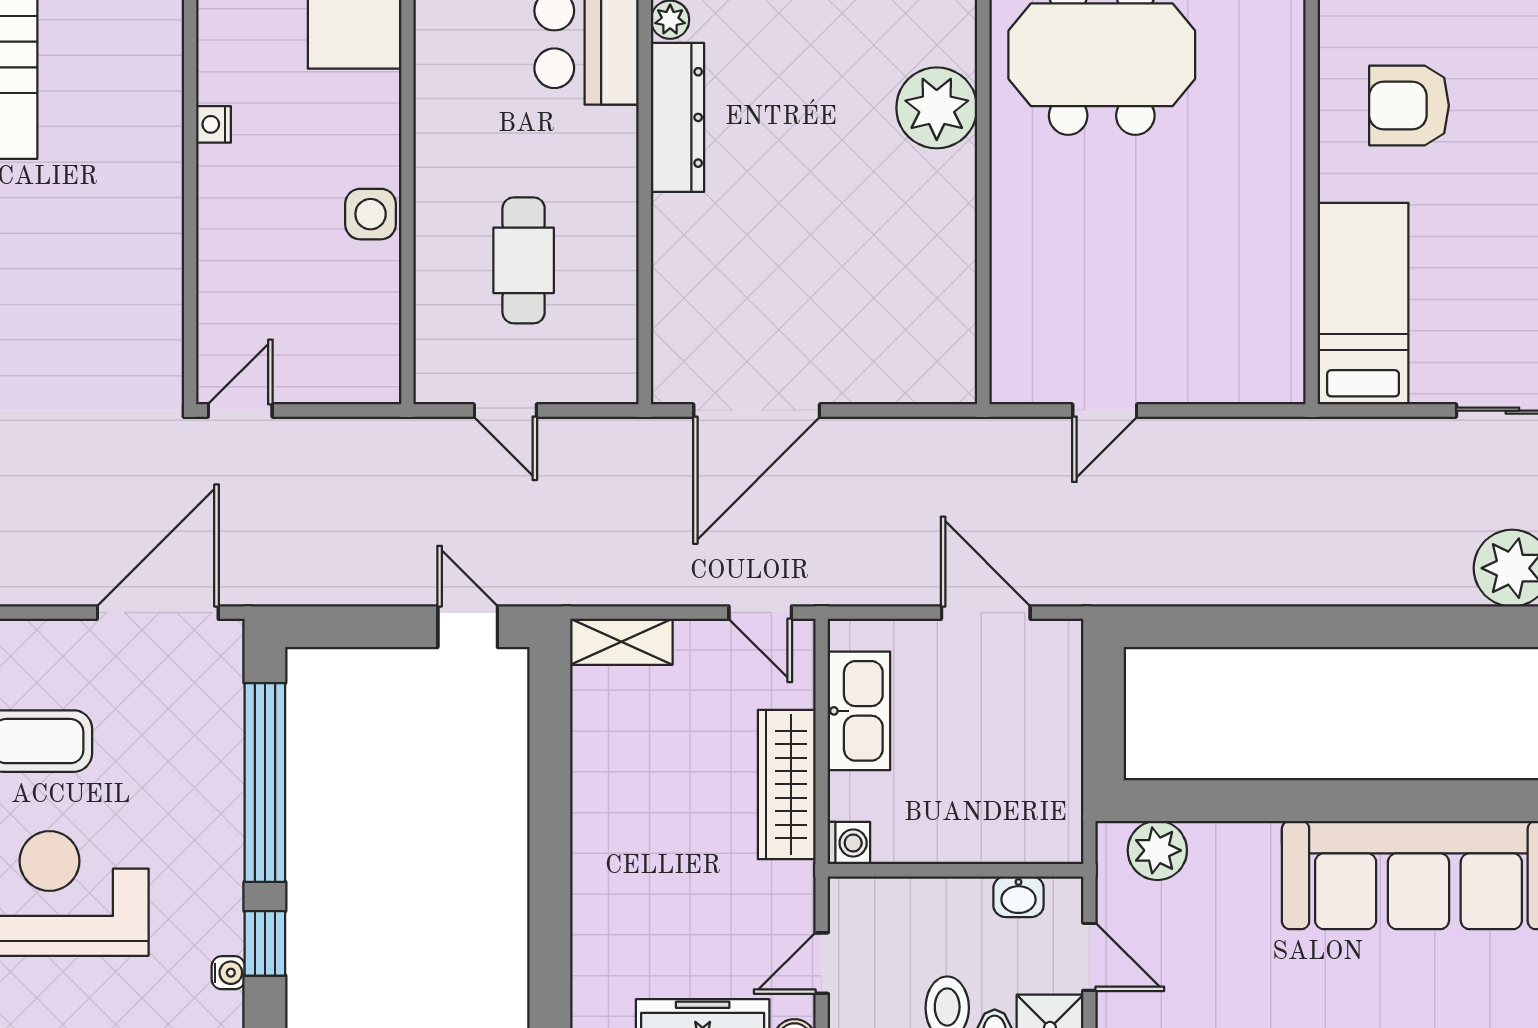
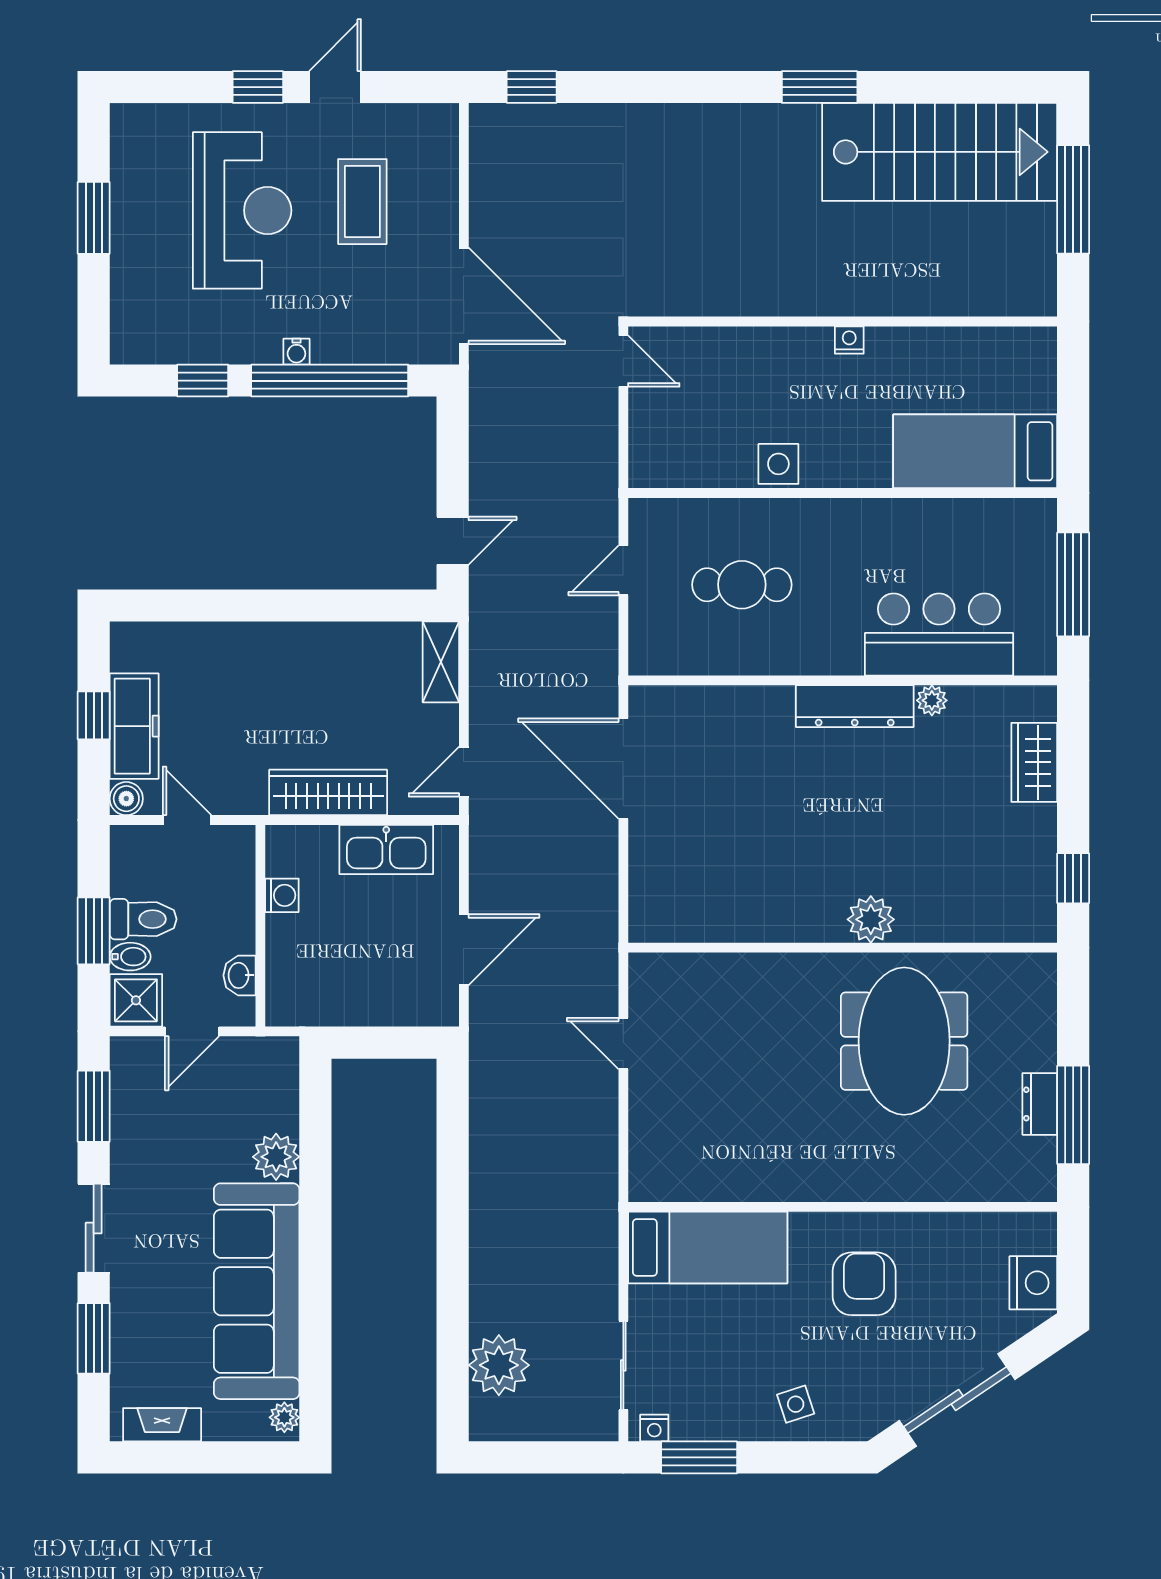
plant: (937, 108) -> (871, 919), width x0.73, depth x0.73
washing machine: (849, 843) -> (282, 895), moved, turned -90
plant: (1157, 850) -> (276, 1157), moved
water cooler: (228, 973) -> (296, 352), moved

